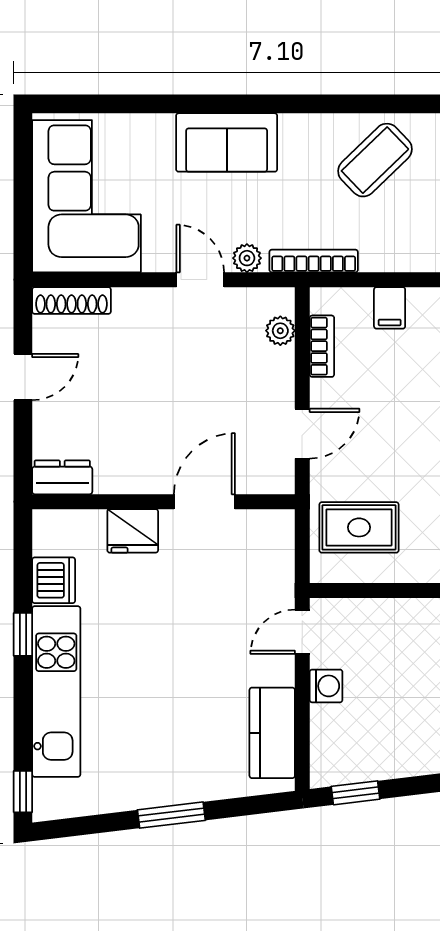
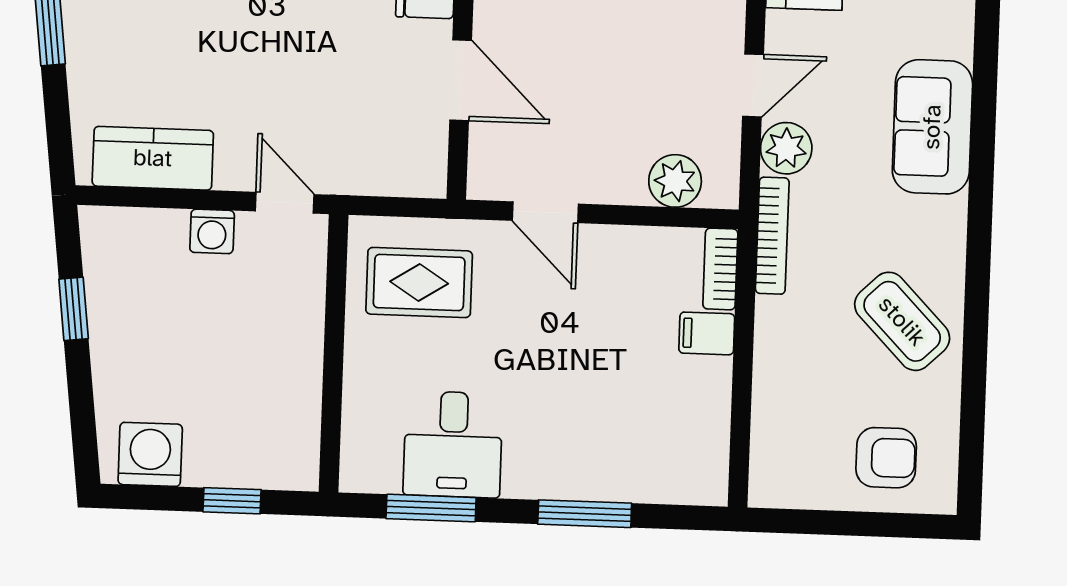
plant: (247, 258) -> (786, 148), width x1.38, depth x1.38
plant: (280, 331) -> (675, 181), width x1.38, depth x1.38
bookcase: (322, 346) -> (720, 269), moved, turned 90
rug: (359, 527) -> (419, 282), turned 90
window: (356, 793) -> (74, 309), moved

